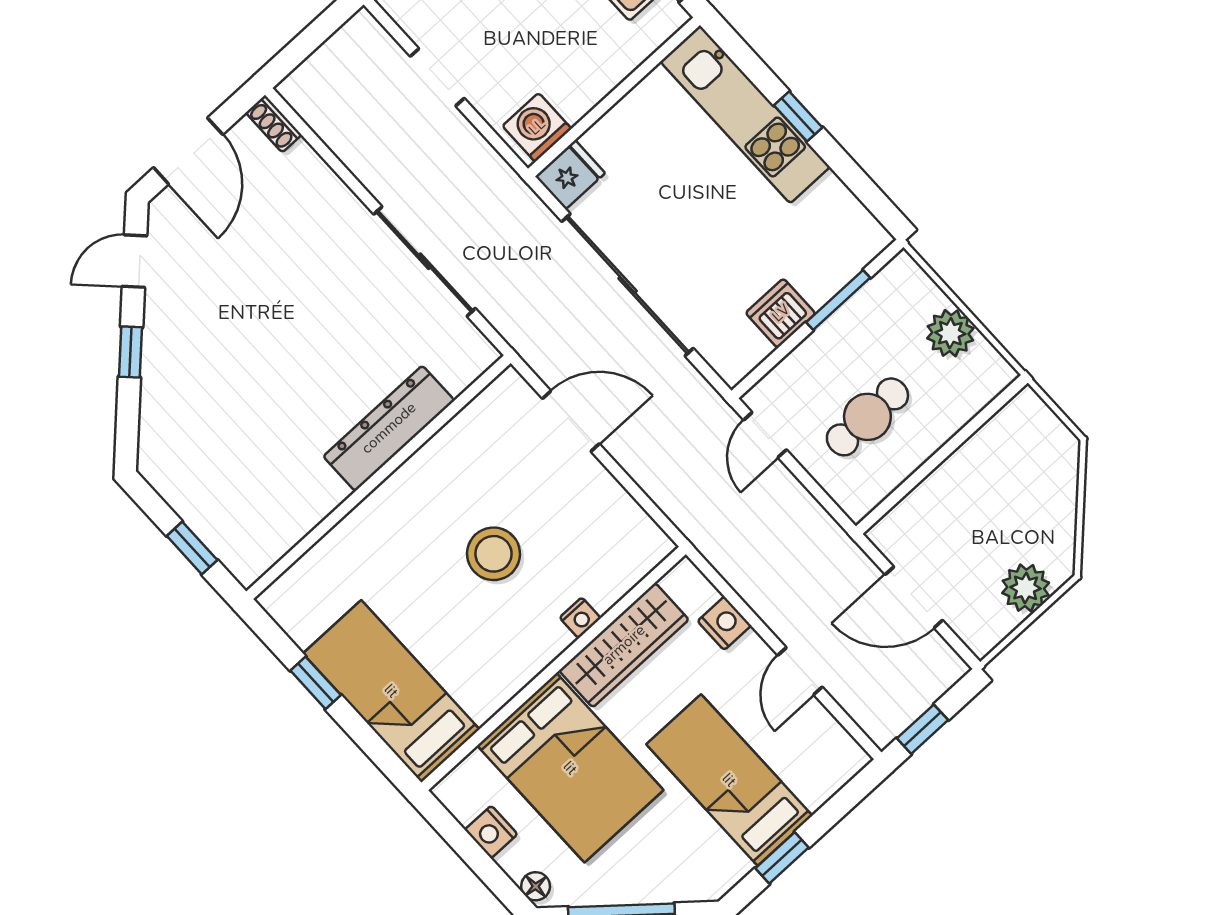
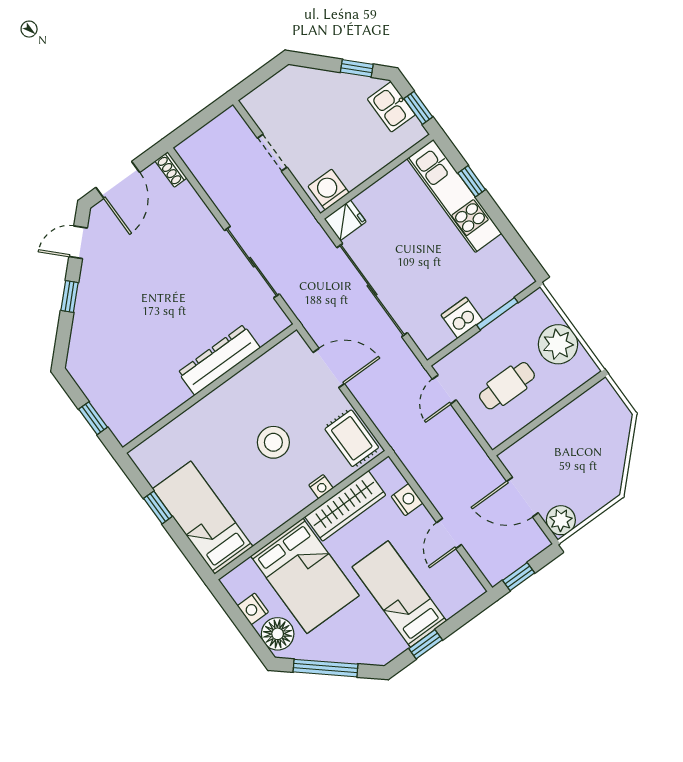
window: (798, 116) -> (472, 181), moved
plant: (950, 333) -> (558, 344), width x1.36, depth x1.36
rug: (622, 533) -> (352, 438), added
plant: (1026, 588) -> (561, 520), moved
floor lamp: (536, 886) -> (278, 634), width x1.89, depth x1.89

